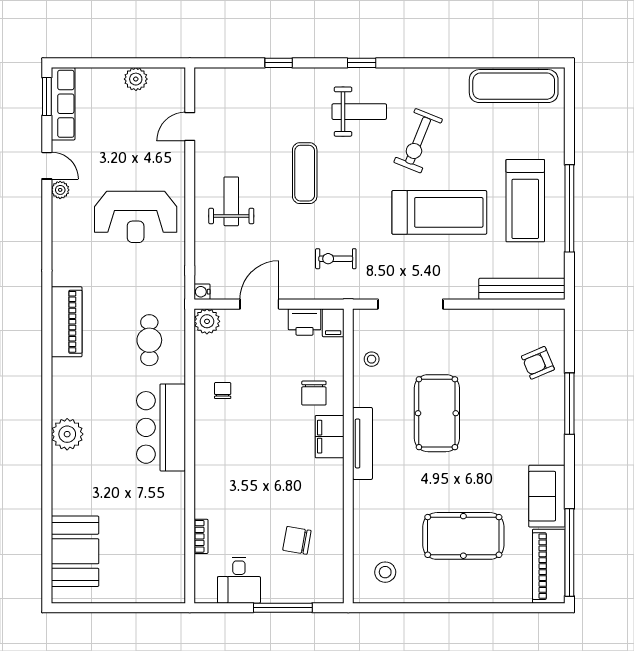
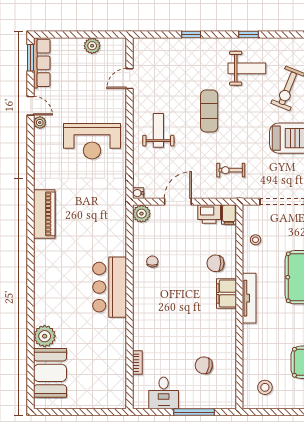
cafe table: (149, 340) -> (102, 227), removed
chair: (314, 393) -> (216, 263), turned 92
plant: (67, 434) -> (45, 336), moved

